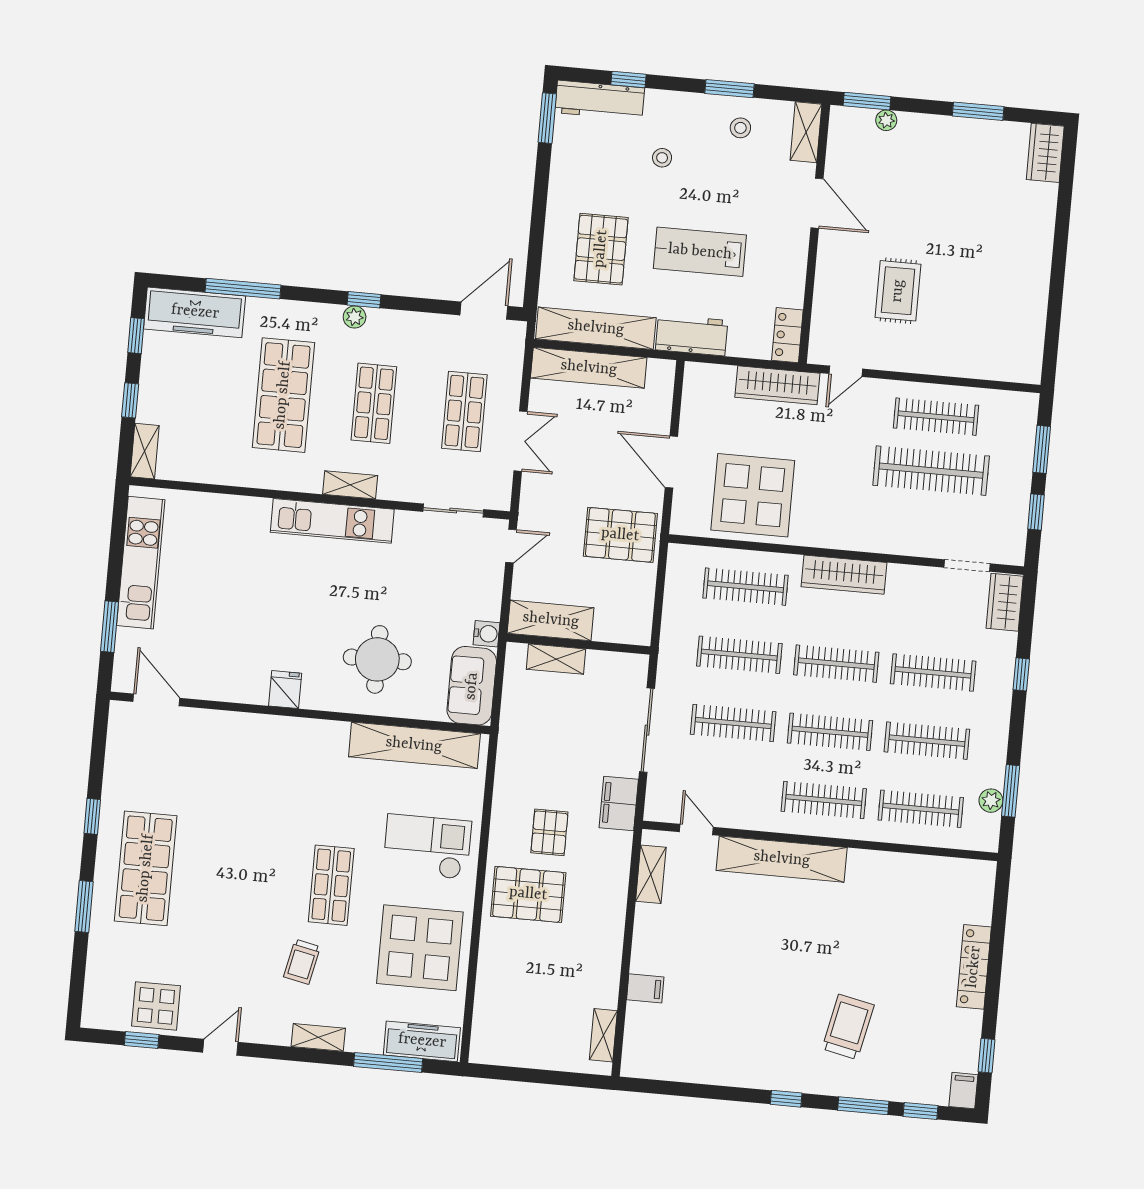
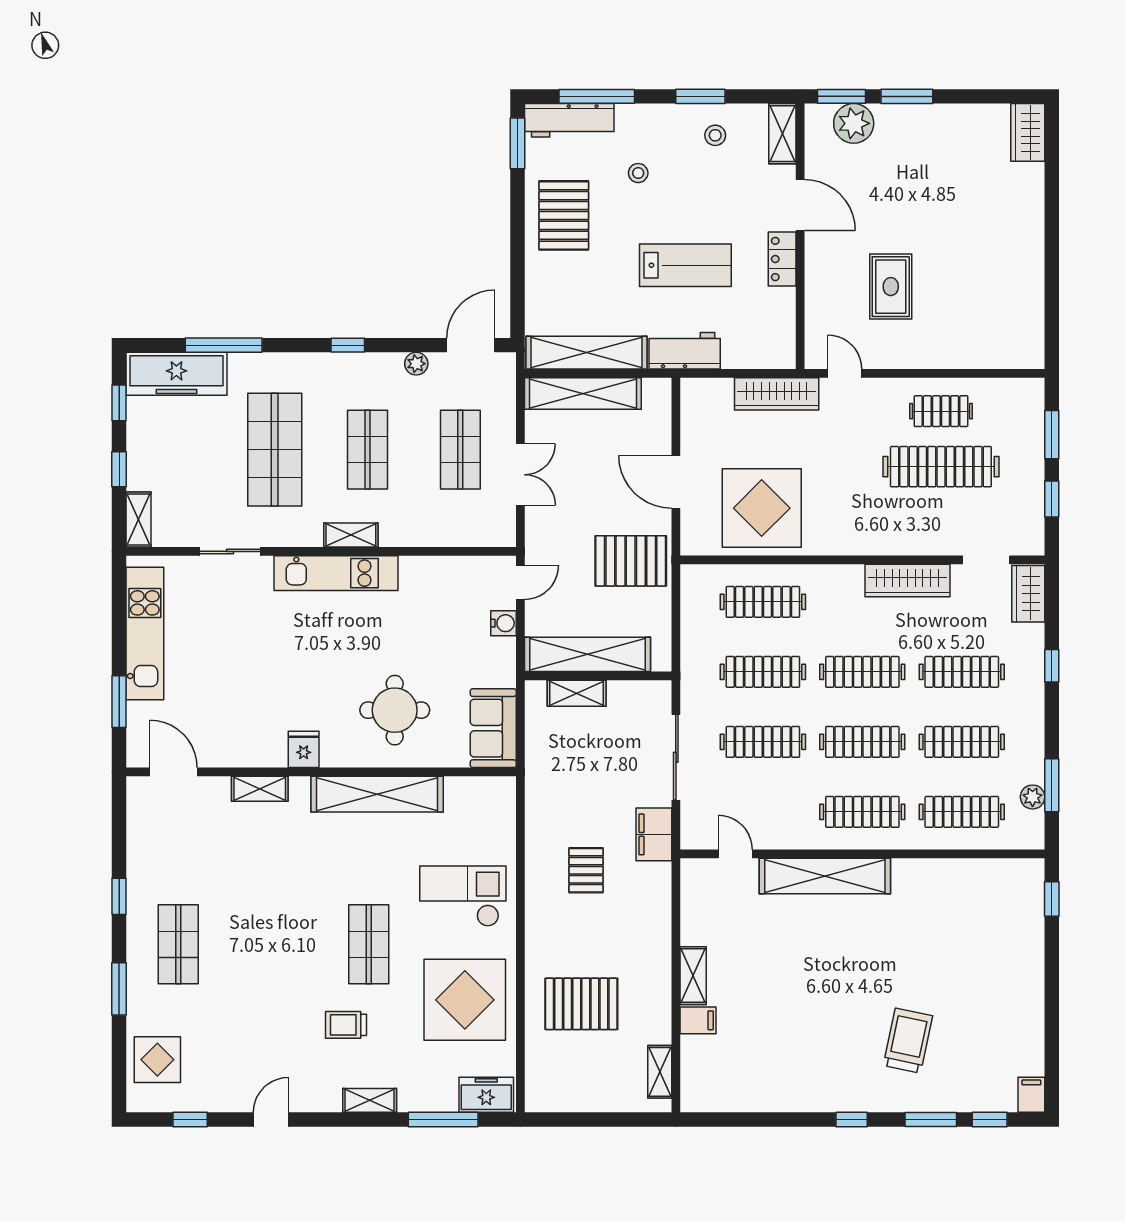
window: (628, 79) -> (597, 96), width x2.17
window: (978, 111) -> (907, 96), moved
plant: (886, 120) -> (854, 123), width x1.88, depth x1.88
pallet: (601, 249) -> (564, 215), moved
lab bench: (700, 252) -> (685, 265), turned 180
plant: (355, 317) -> (416, 364), moved
locker: (787, 335) -> (782, 259), moved
door: (846, 371) -> (845, 373), swing flipped
clothes rail: (936, 417) -> (941, 411), width x0.73
sliding door: (453, 510) -> (230, 551), moved
wardrobe: (844, 575) -> (907, 581), moved
shelving: (551, 620) -> (587, 654), width x1.47
water cooler: (487, 634) -> (504, 623), moved
shelving: (239, 724) -> (260, 789), added
shelving: (414, 745) -> (377, 794), moved
shop shelf: (146, 868) -> (178, 944), width x0.70, depth x0.74
shelving: (651, 874) -> (693, 976), moved
pallet: (528, 894) -> (581, 1004), moved
trolley: (302, 962) -> (346, 1025), turned 78
locker: (974, 967) -> (1031, 968), removed
display table: (156, 1006) -> (157, 1060), moved
freezer: (422, 1041) -> (486, 1095), width x0.71
window: (987, 1056) -> (1052, 899), moved

